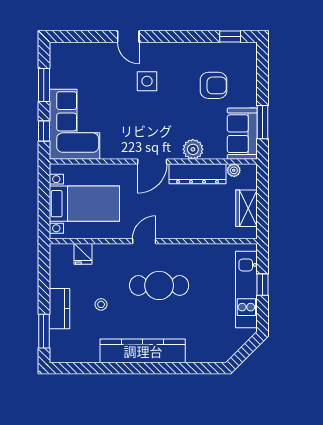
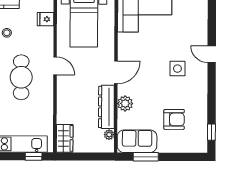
door: (128, 36) -> (212, 54), hinge flipped
armchair: (214, 85) -> (174, 119), turned -90
door: (152, 162) -> (116, 72), swing flipped
wardrobe: (247, 208) -> (65, 138), moved, turned 90
window: (262, 285) -> (34, 156), moved

